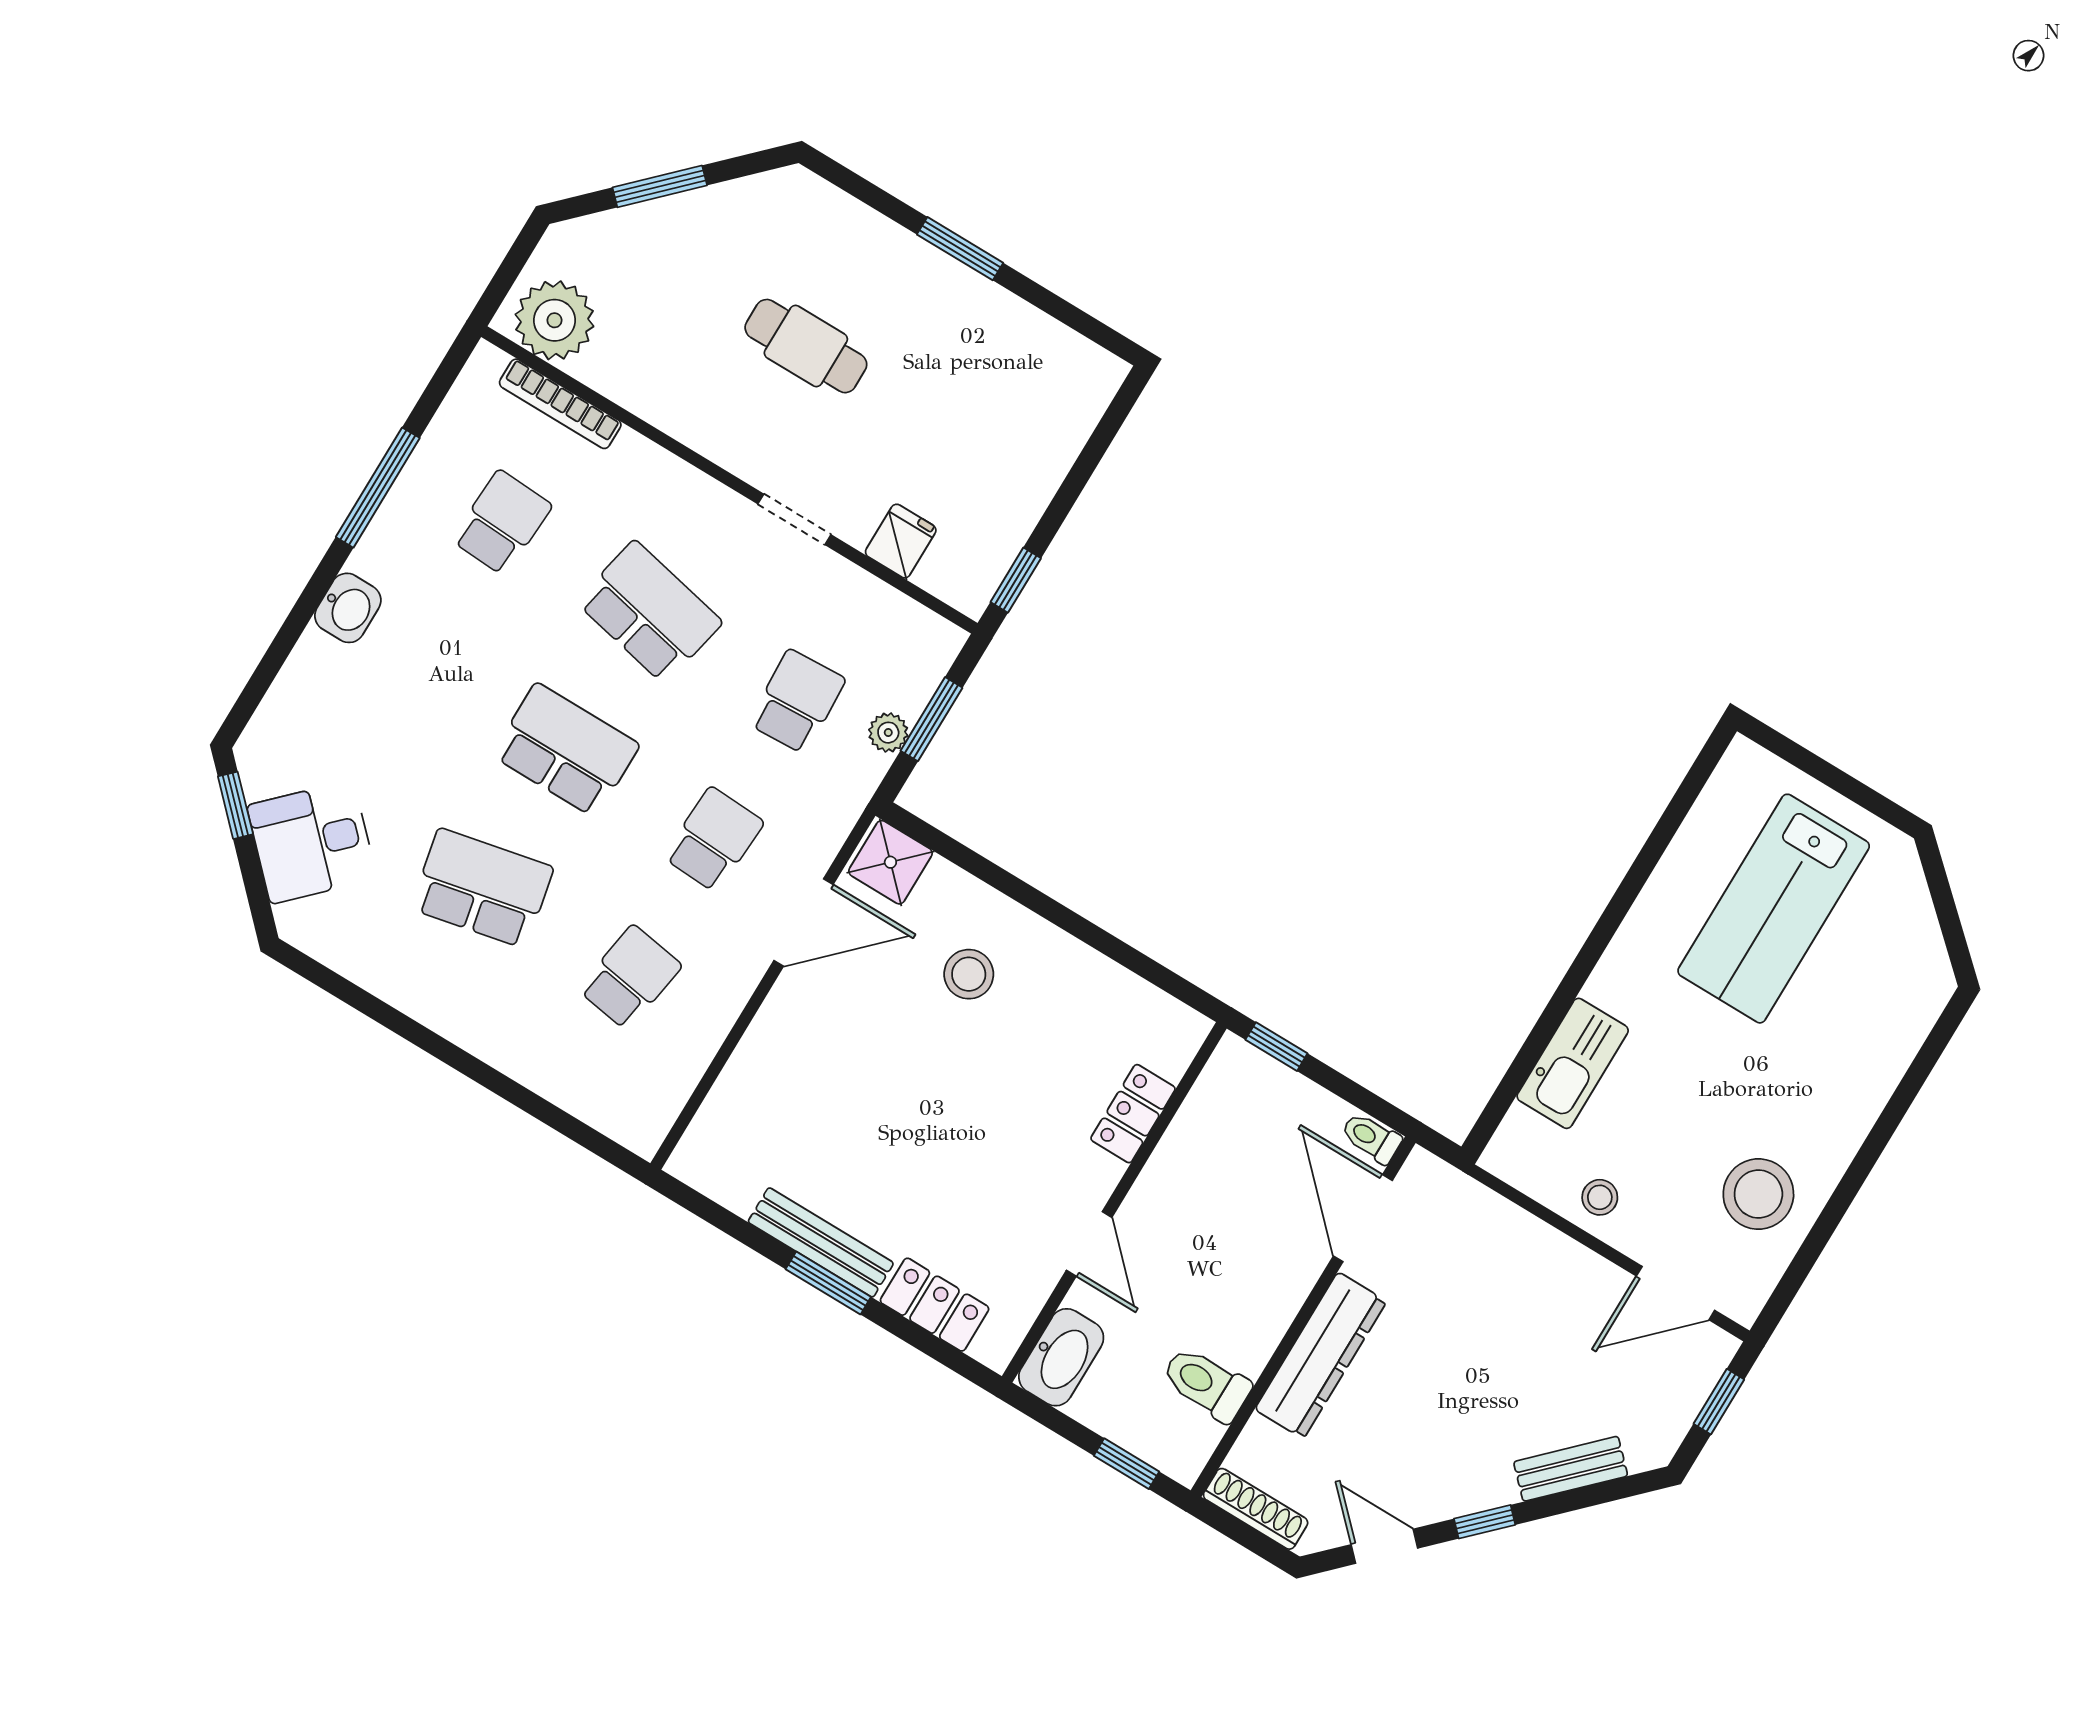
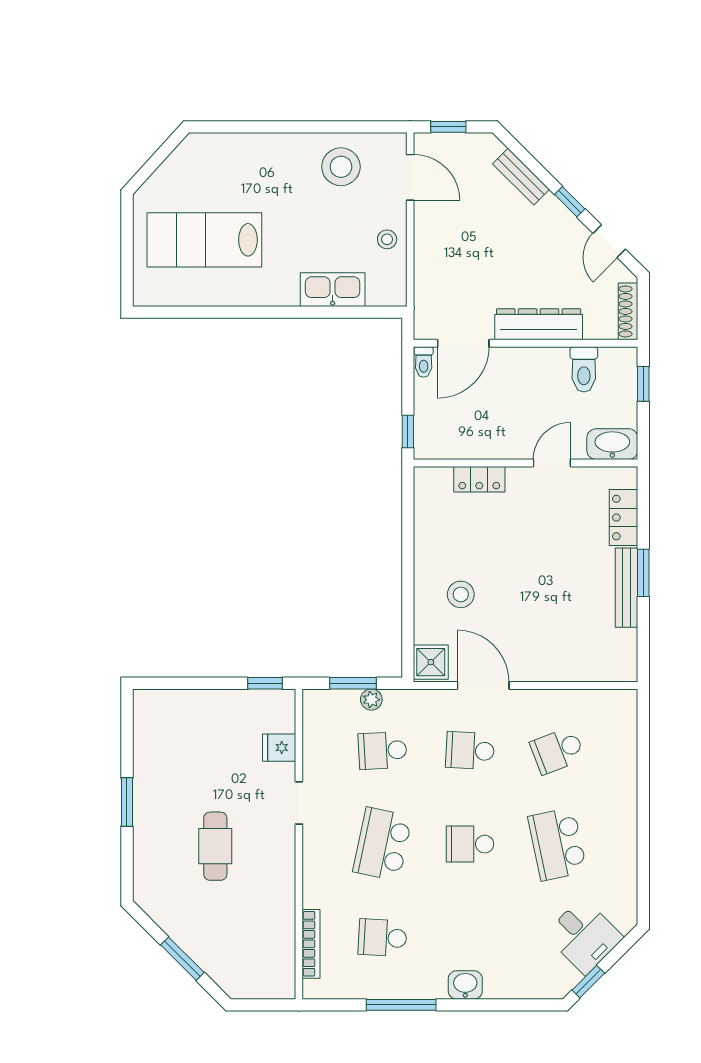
plant: (554, 320) -> (274, 970), removed
school desk: (566, 750) -> (470, 844), width x0.54
lab bench: (1774, 909) -> (204, 240), turned 180
school desk: (630, 977) -> (557, 751), turned -30

